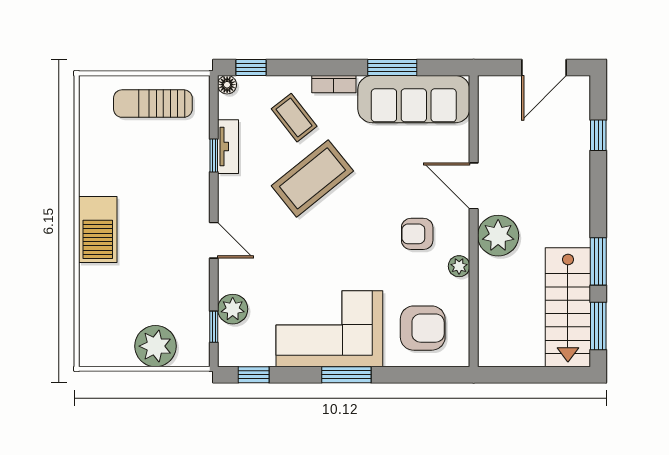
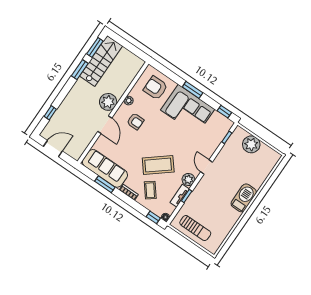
plant: (233, 309) -> (188, 180), moved

